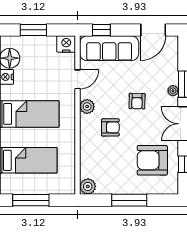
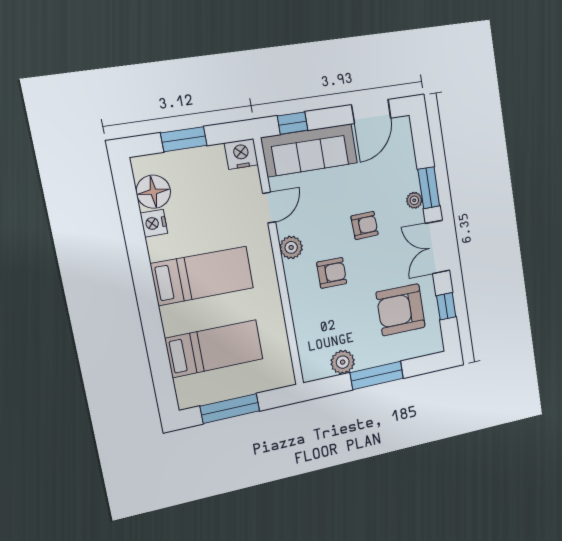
armchair: (137, 101) -> (365, 225), turned -93
plant: (88, 186) -> (343, 362), moved

